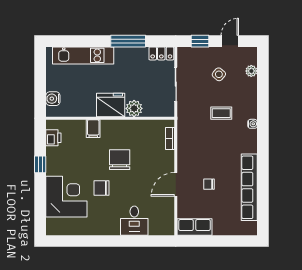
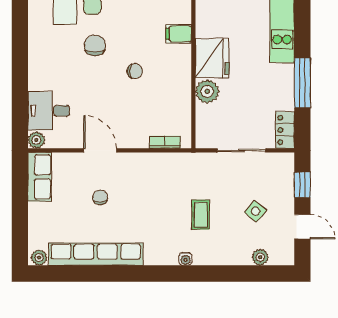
chair: (120, 160) -> (135, 71), width x0.54, depth x0.54
desk: (134, 221) -> (49, 111), moved
plant: (252, 227) -> (39, 258), added
plant: (168, 229) -> (36, 140), added

